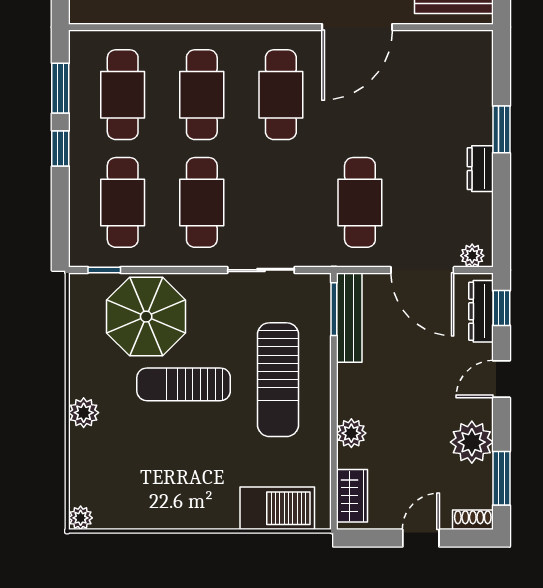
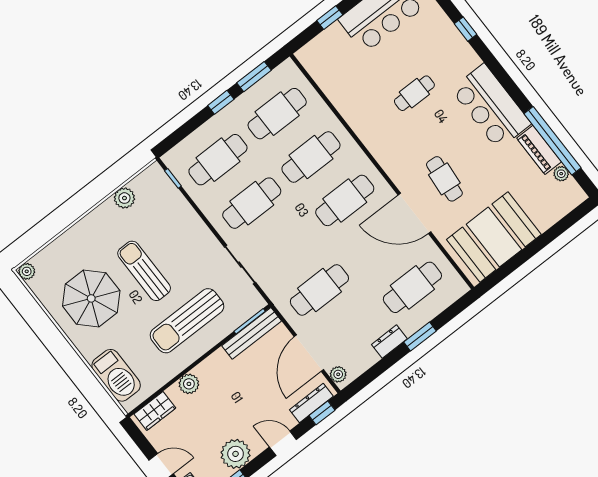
cafe table: (439, 95) -> (412, 287), added
parasol: (146, 317) -> (91, 298), moved
plant: (84, 413) -> (124, 198), moved

